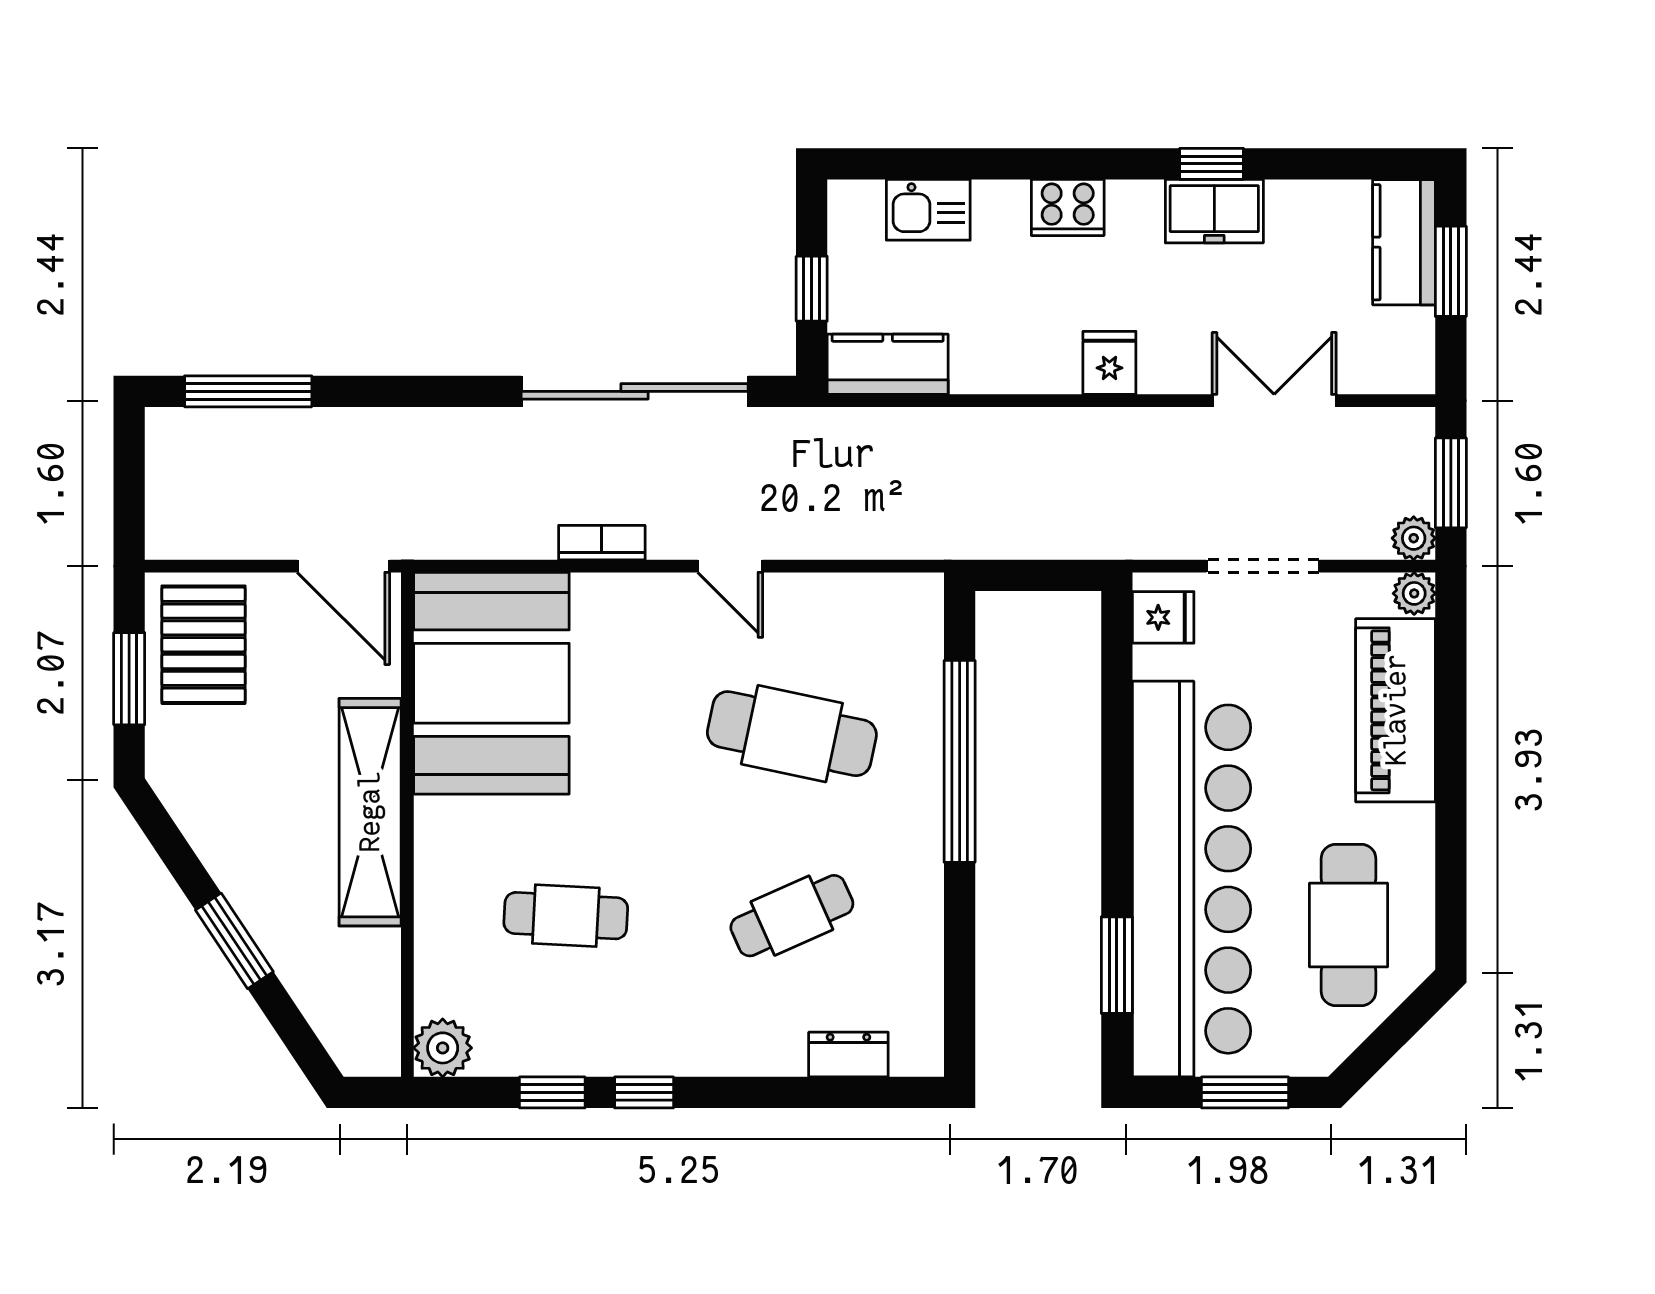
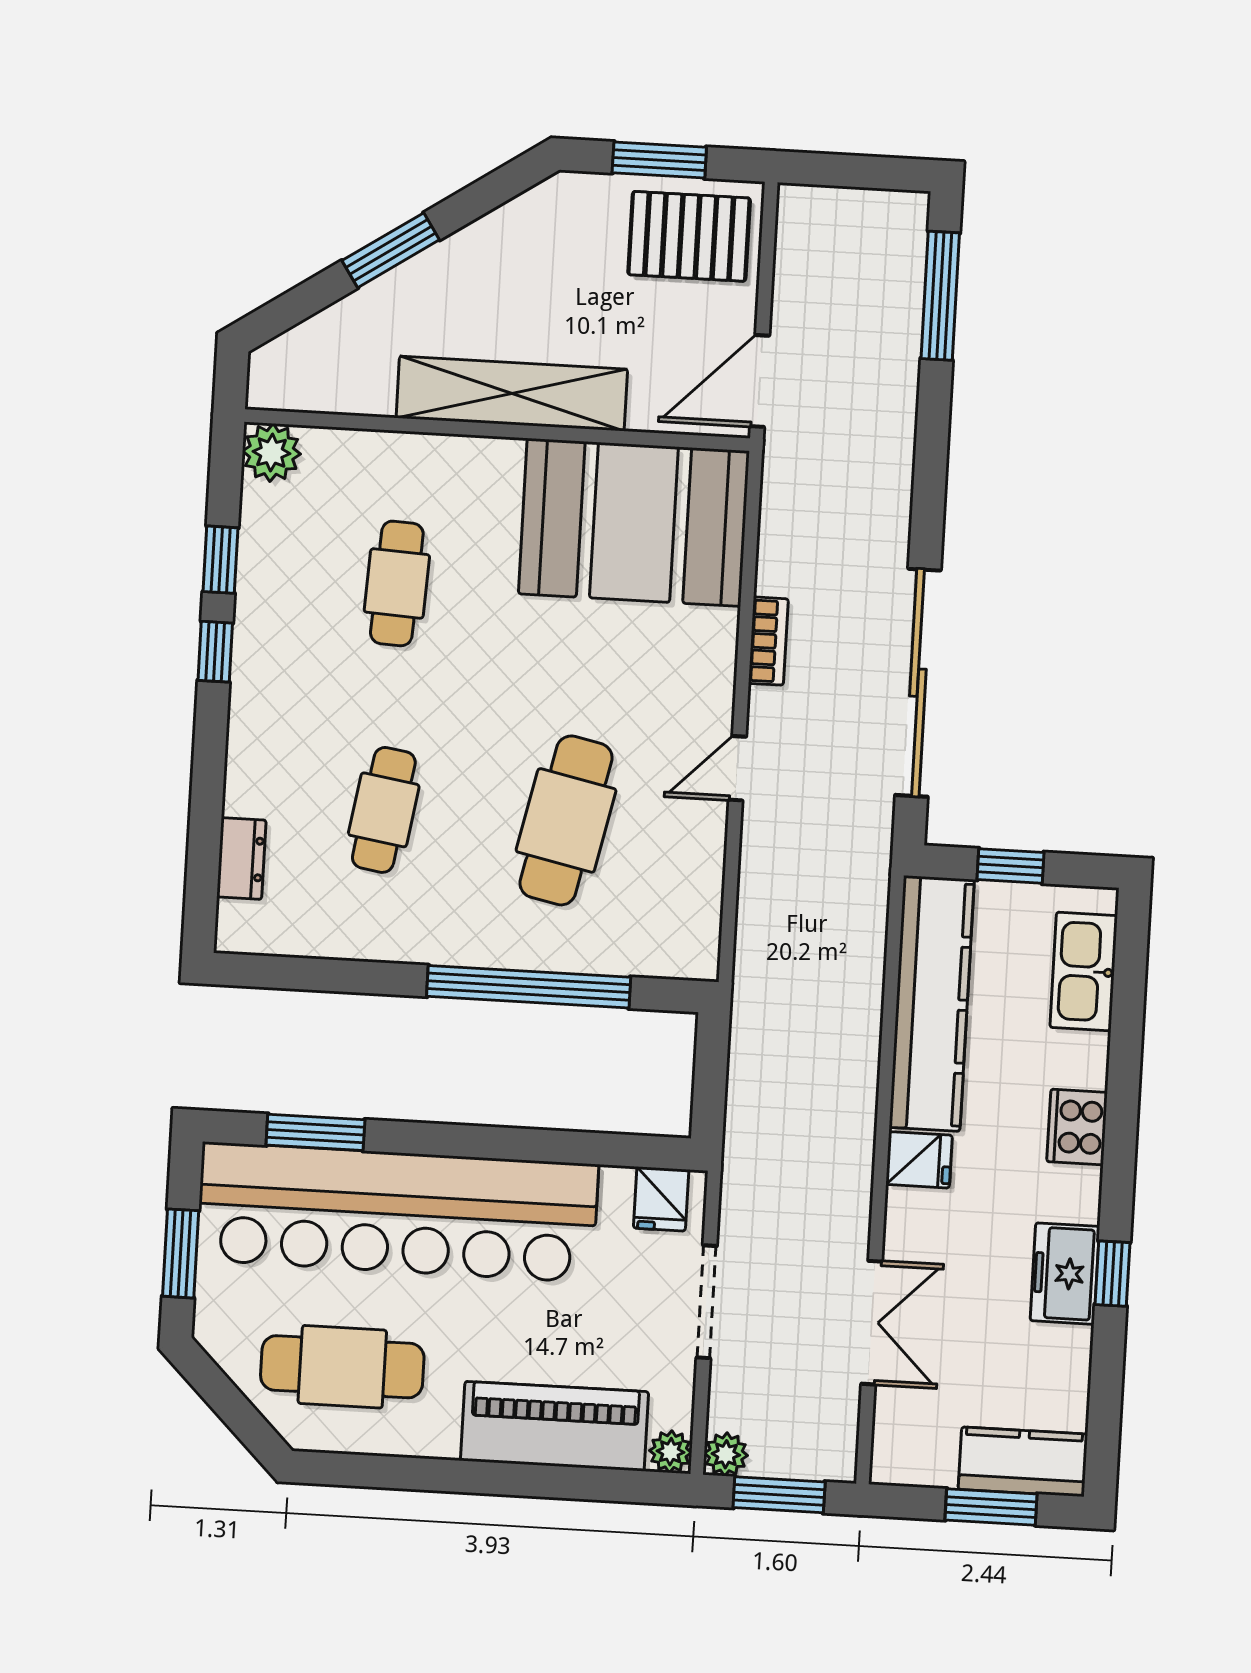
kitchen sink: (928, 210) -> (1084, 971), width x1.38
kitchen counter: (888, 364) -> (932, 1003), width x2.08, depth x1.17
cafe table: (792, 916) -> (384, 810), turned 33

